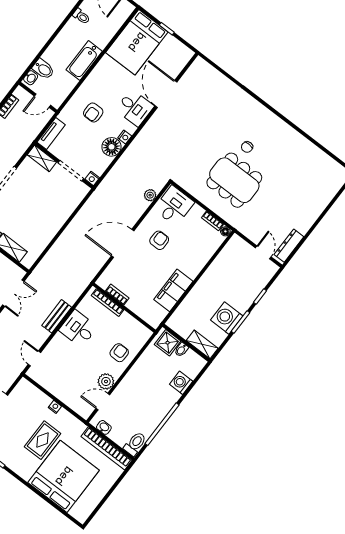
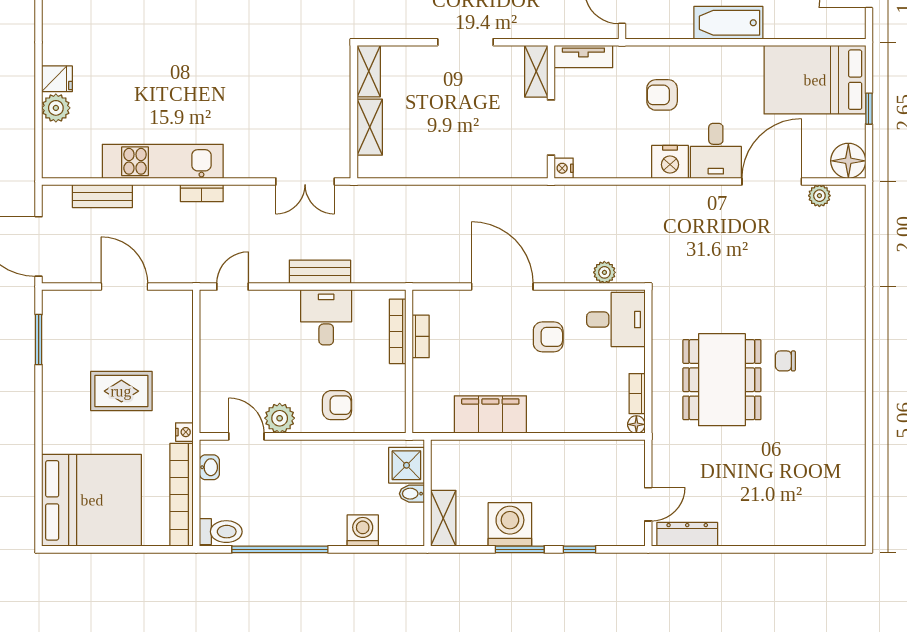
plant: (188, 78) -> (819, 196), added
nightstand: (125, 137) -> (670, 162), width x1.89, depth x1.79
floor lamp: (112, 147) -> (848, 161), moved
nightstand: (55, 407) -> (184, 432), moved
bed: (64, 476) -> (92, 500), moved

